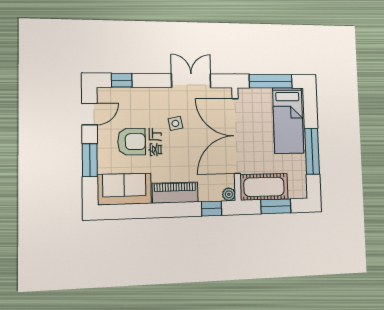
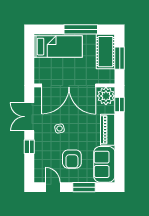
window: (122, 80) -> (29, 147), moved
window: (271, 81) -> (29, 59), removed
armchair: (132, 142) -> (72, 159), turned 180
cot: (264, 187) -> (106, 52), moved
plant: (229, 194) -> (106, 96), width x1.87, depth x1.87

